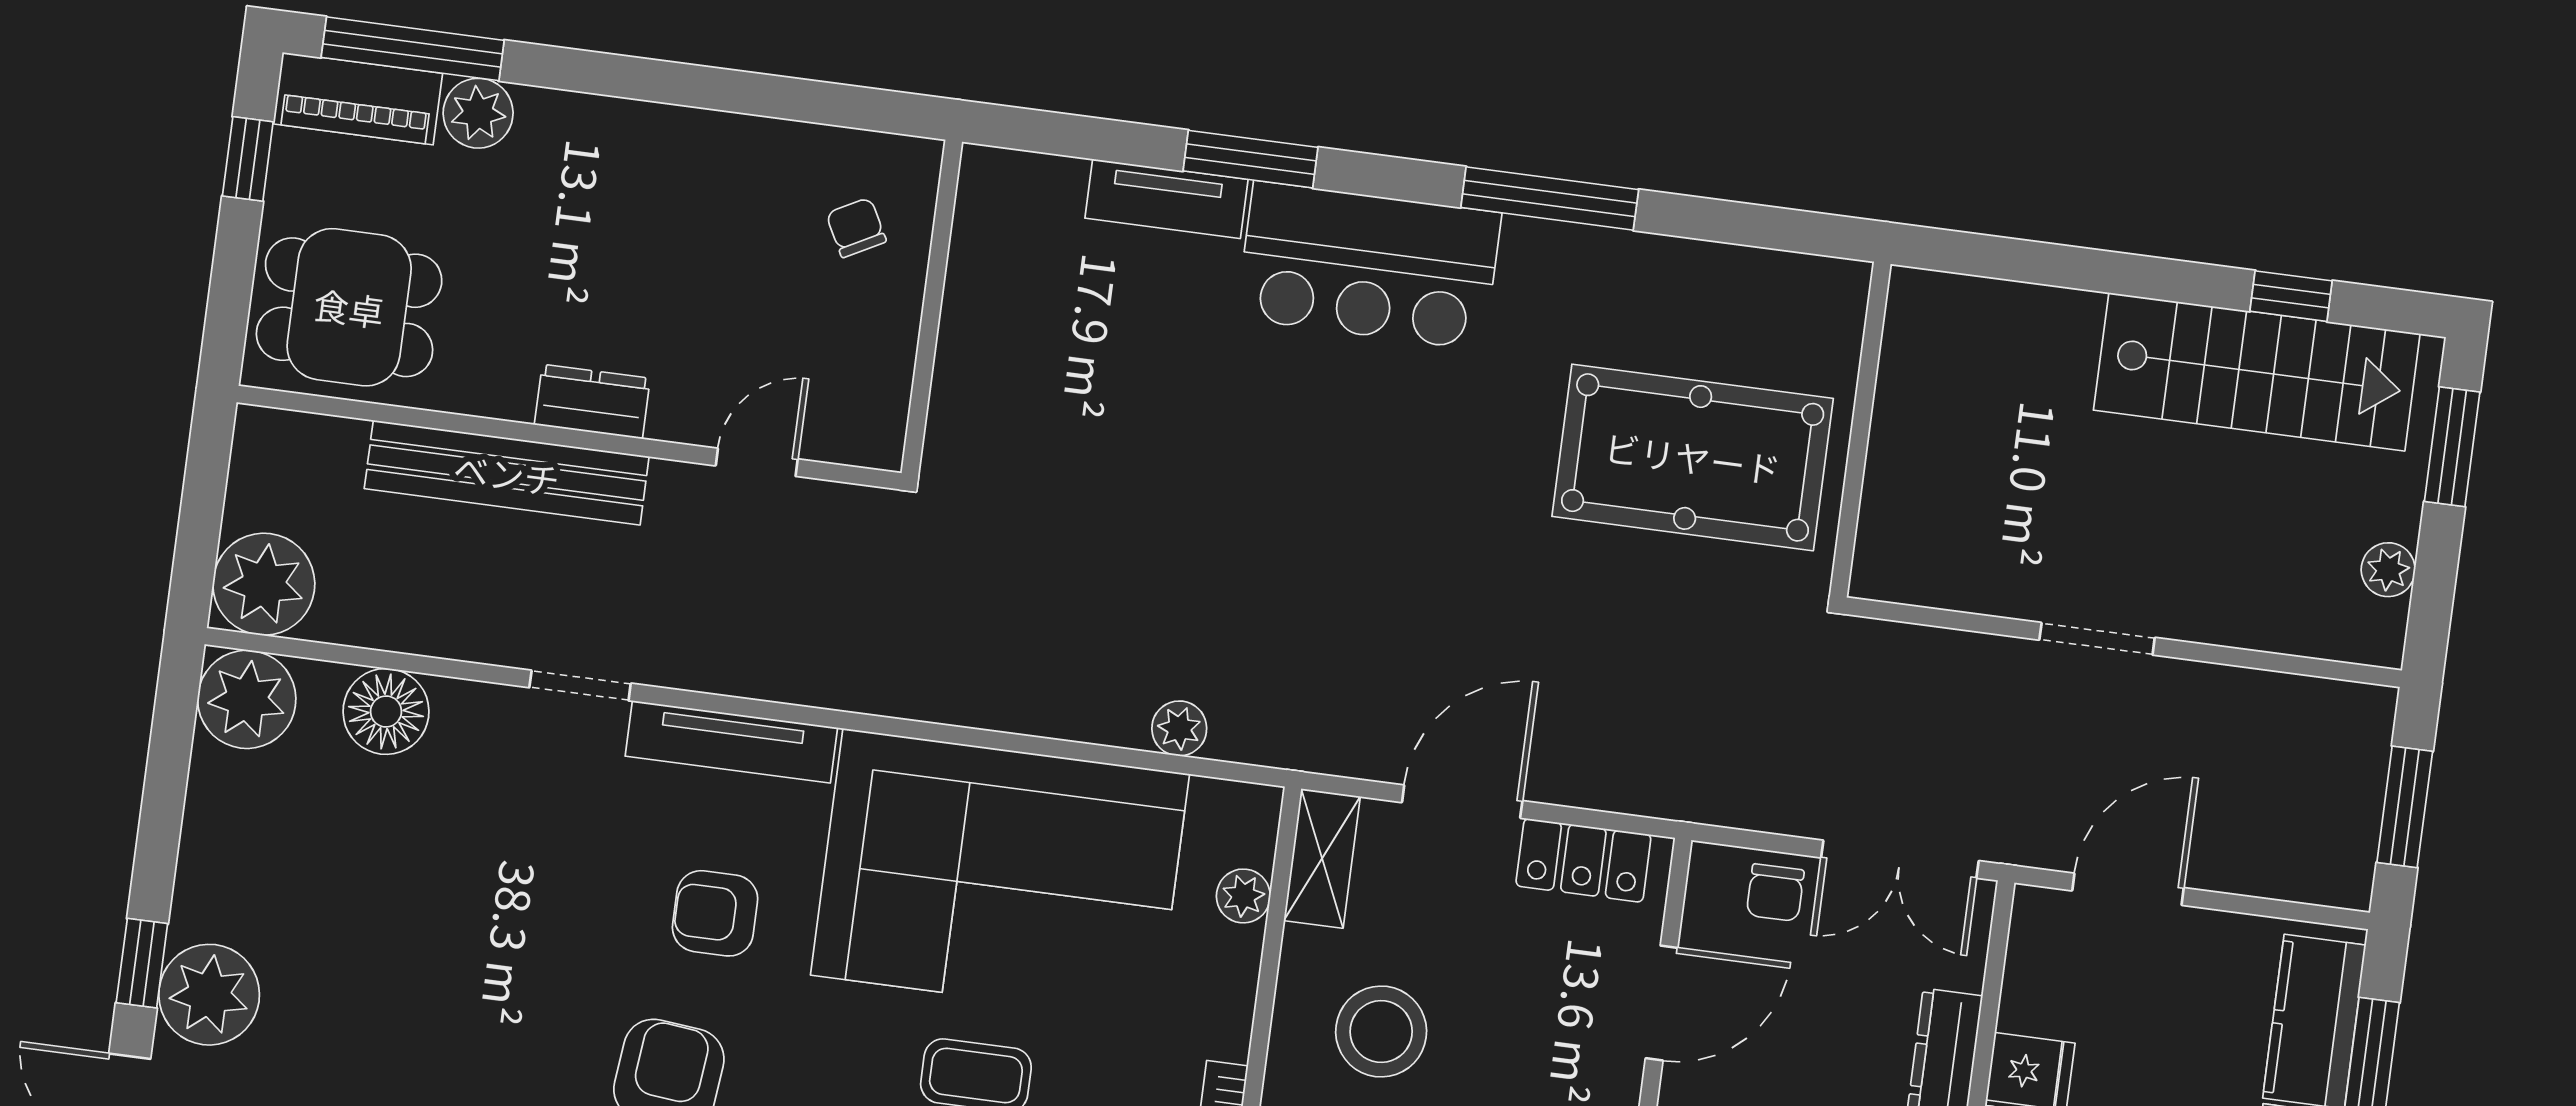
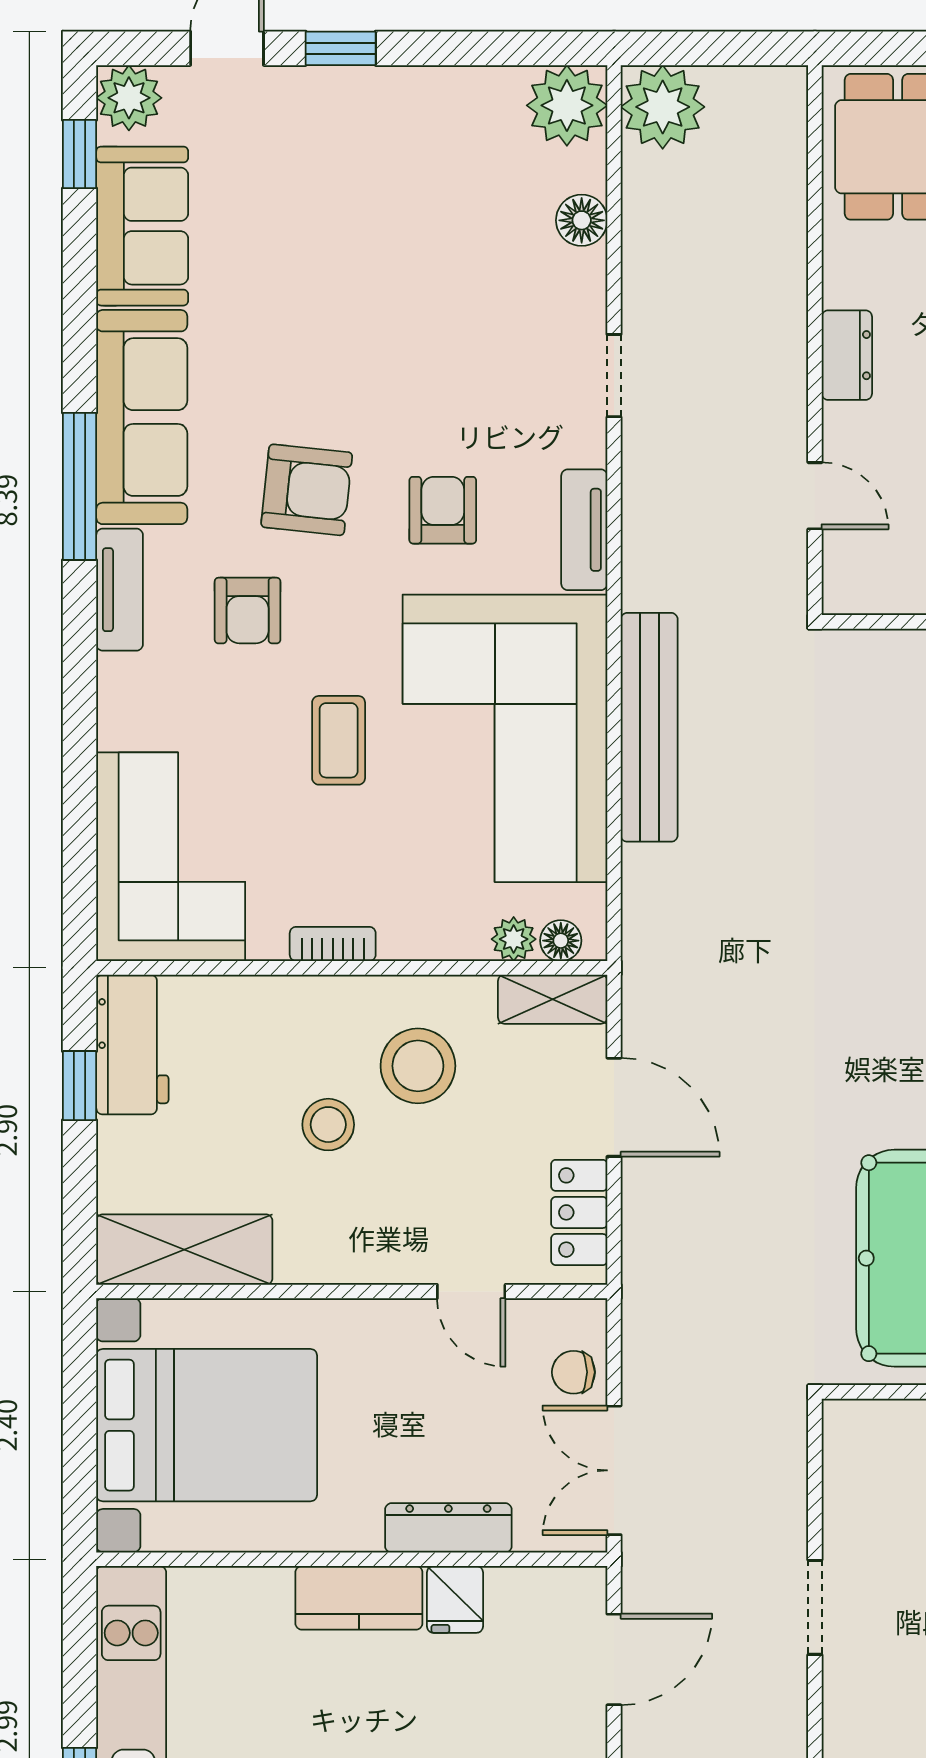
bench: (507, 473) -> (649, 727), moved
floor lamp: (386, 711) -> (582, 220), width x0.73, depth x0.73
plant: (1179, 728) -> (643, 869), removed
tv unit: (731, 742) -> (584, 530), width x0.71
floor lamp: (1253, 839) -> (561, 941), added
door: (2128, 889) -> (614, 1659), hinge flipped
plant: (209, 995) -> (322, 106), removed
door: (1662, 1003) -> (471, 1291), width x0.73

